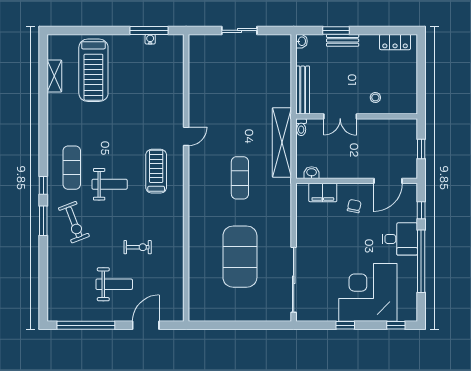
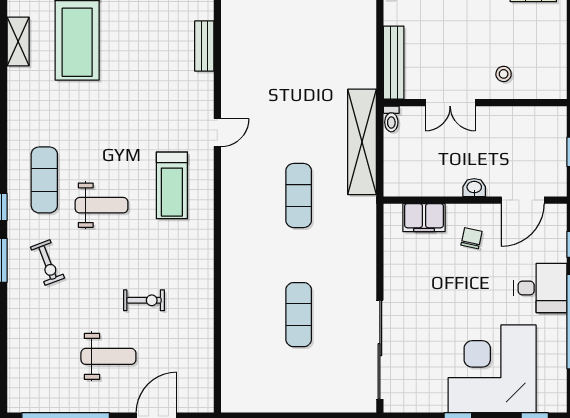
bench: (178, 79) -> (204, 46), added
treadmill: (156, 171) -> (172, 185), turned 180
washbasin: (312, 173) -> (474, 188), moved
exercise bike: (74, 222) -> (48, 263), width x0.73, depth x0.72
exercise mat: (240, 257) -> (299, 315), width x0.50, depth x0.69

